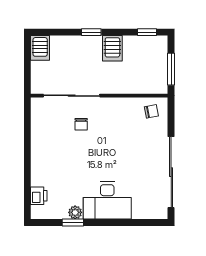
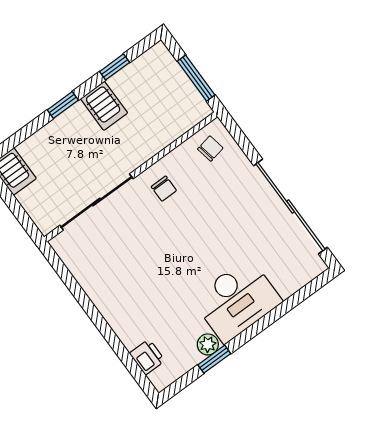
window: (147, 32) -> (115, 67), moved
chair: (81, 124) -> (164, 189), moved

